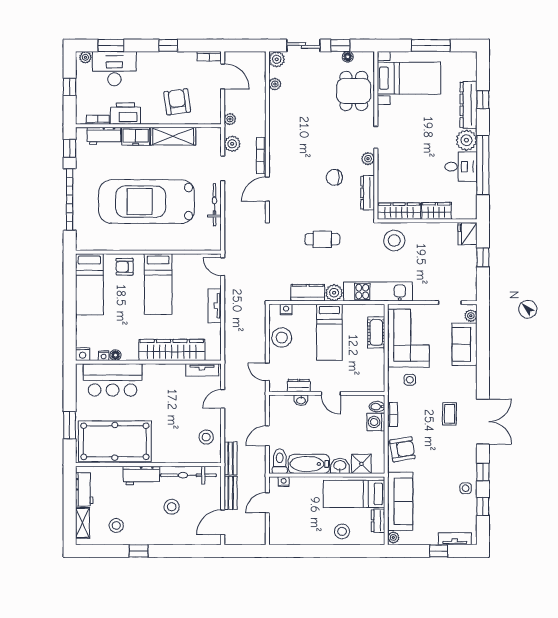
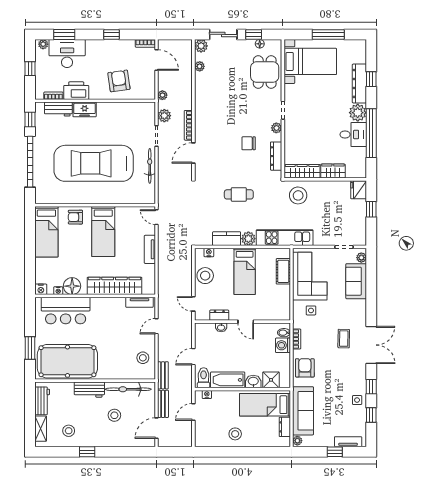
shelving: (173, 136) -> (116, 109), removed
floor lamp: (116, 355) -> (72, 286), width x1.89, depth x1.89
armchair: (402, 449) -> (305, 368), turned -81
stool: (342, 531) -> (235, 434), moved

